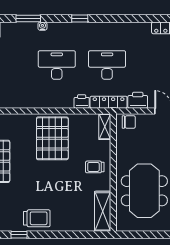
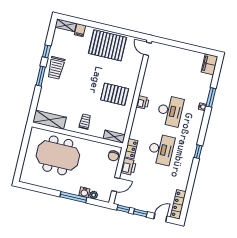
window: (80, 18) -> (198, 152), moved
printer: (82, 101) -> (143, 102), moved
locker: (109, 102) -> (131, 149), width x0.66
pallet: (52, 138) -> (115, 94), width x0.73, depth x0.71
window: (51, 235) -> (41, 76), added

